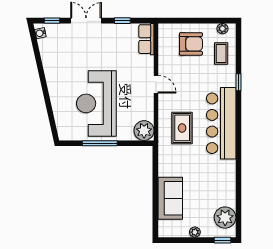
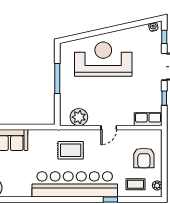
reception desk: (96, 103) -> (103, 59), moved
bar counter: (221, 123) -> (75, 184), width x1.36
plant: (144, 131) -> (79, 117), moved

